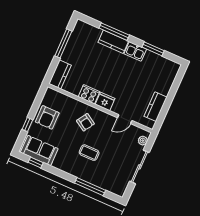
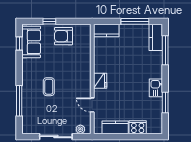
window: (114, 32) -> (165, 50), moved
kitchen counter: (113, 42) -> (156, 37), moved
cooker: (89, 94) -> (138, 127), moved, turned -90
armchair: (85, 122) -> (74, 72), removed

